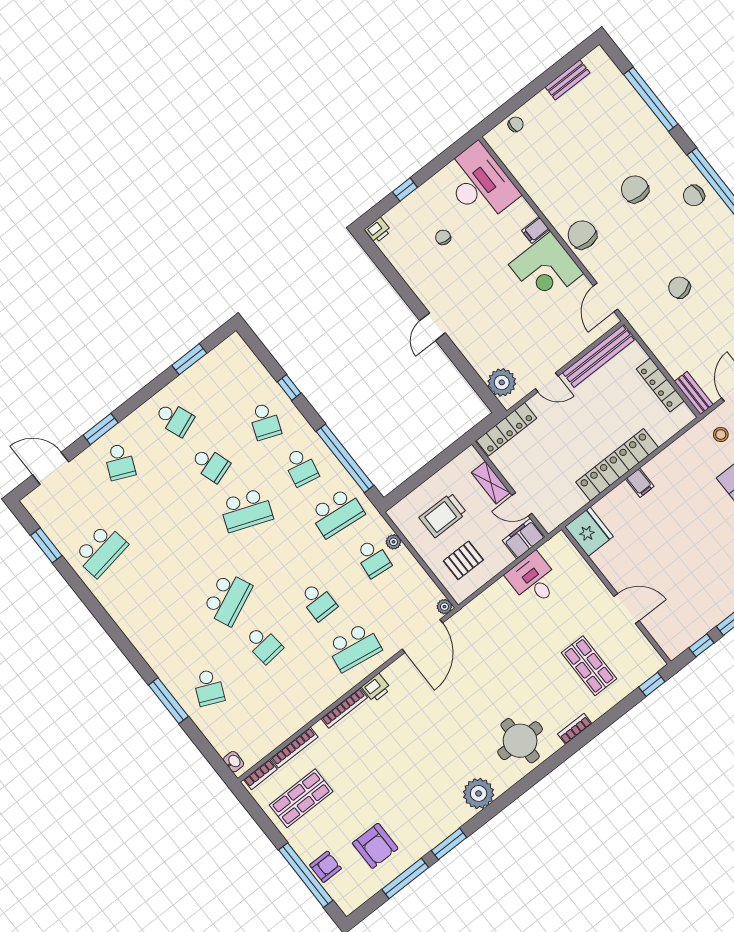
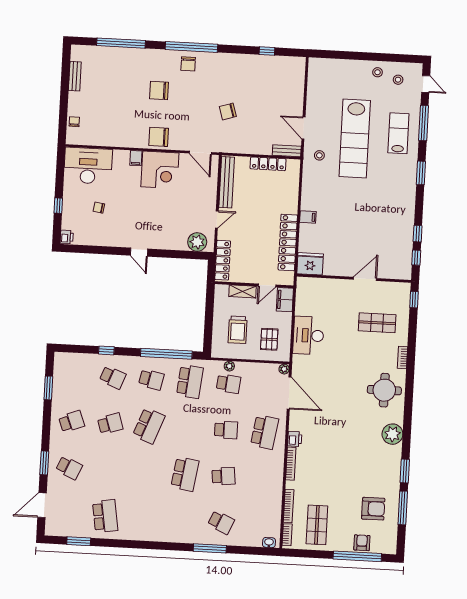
locker: (617, 465) -> (288, 242), moved
desk: (533, 580) -> (308, 335), moved, width x1.37
school desk: (228, 599) -> (185, 474), turned 33

